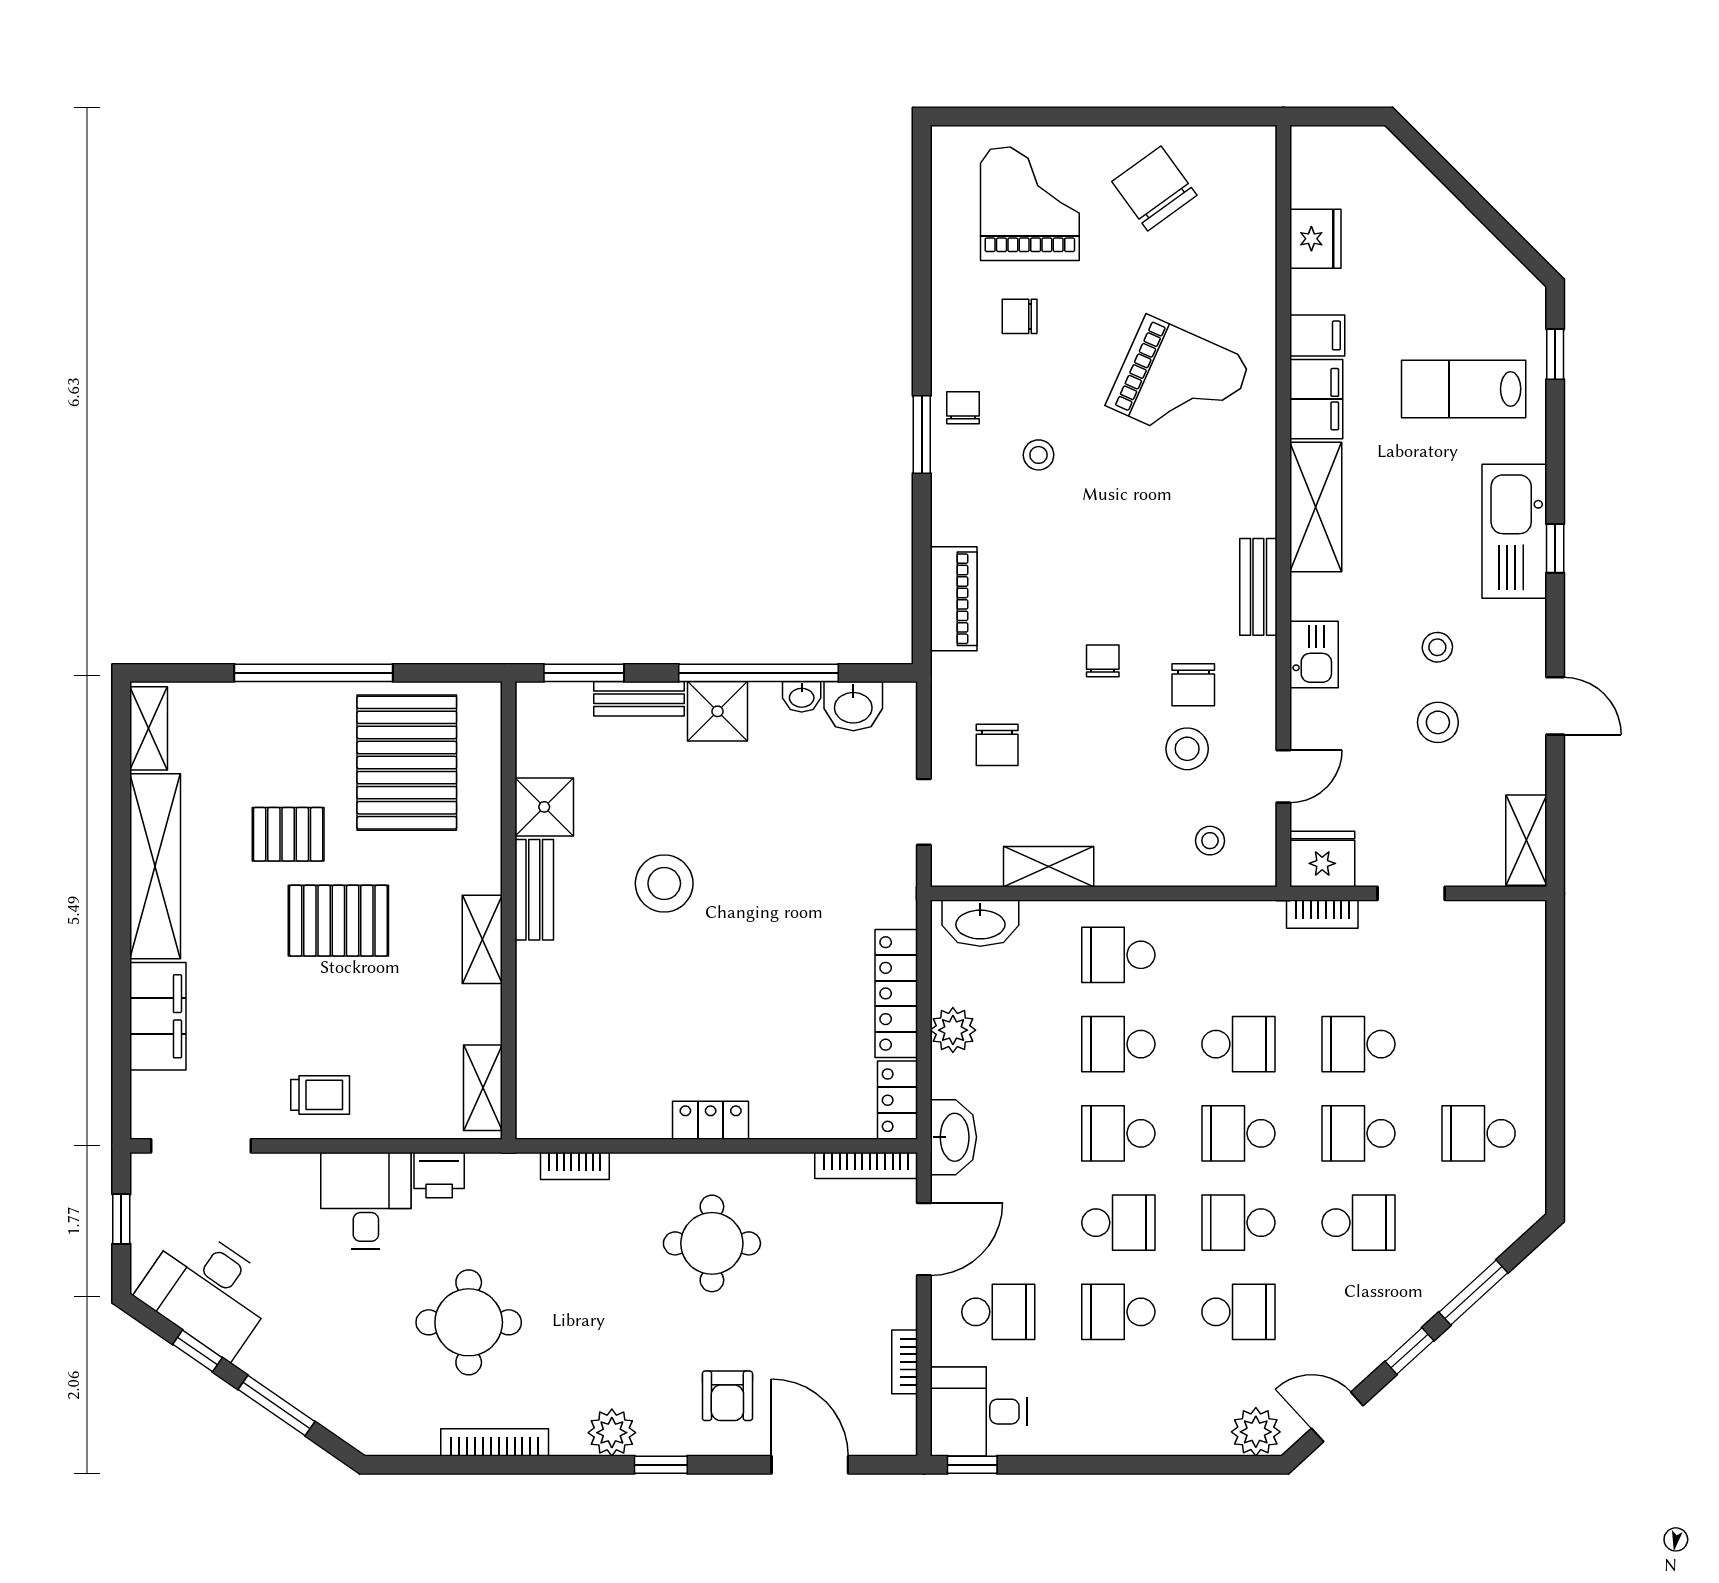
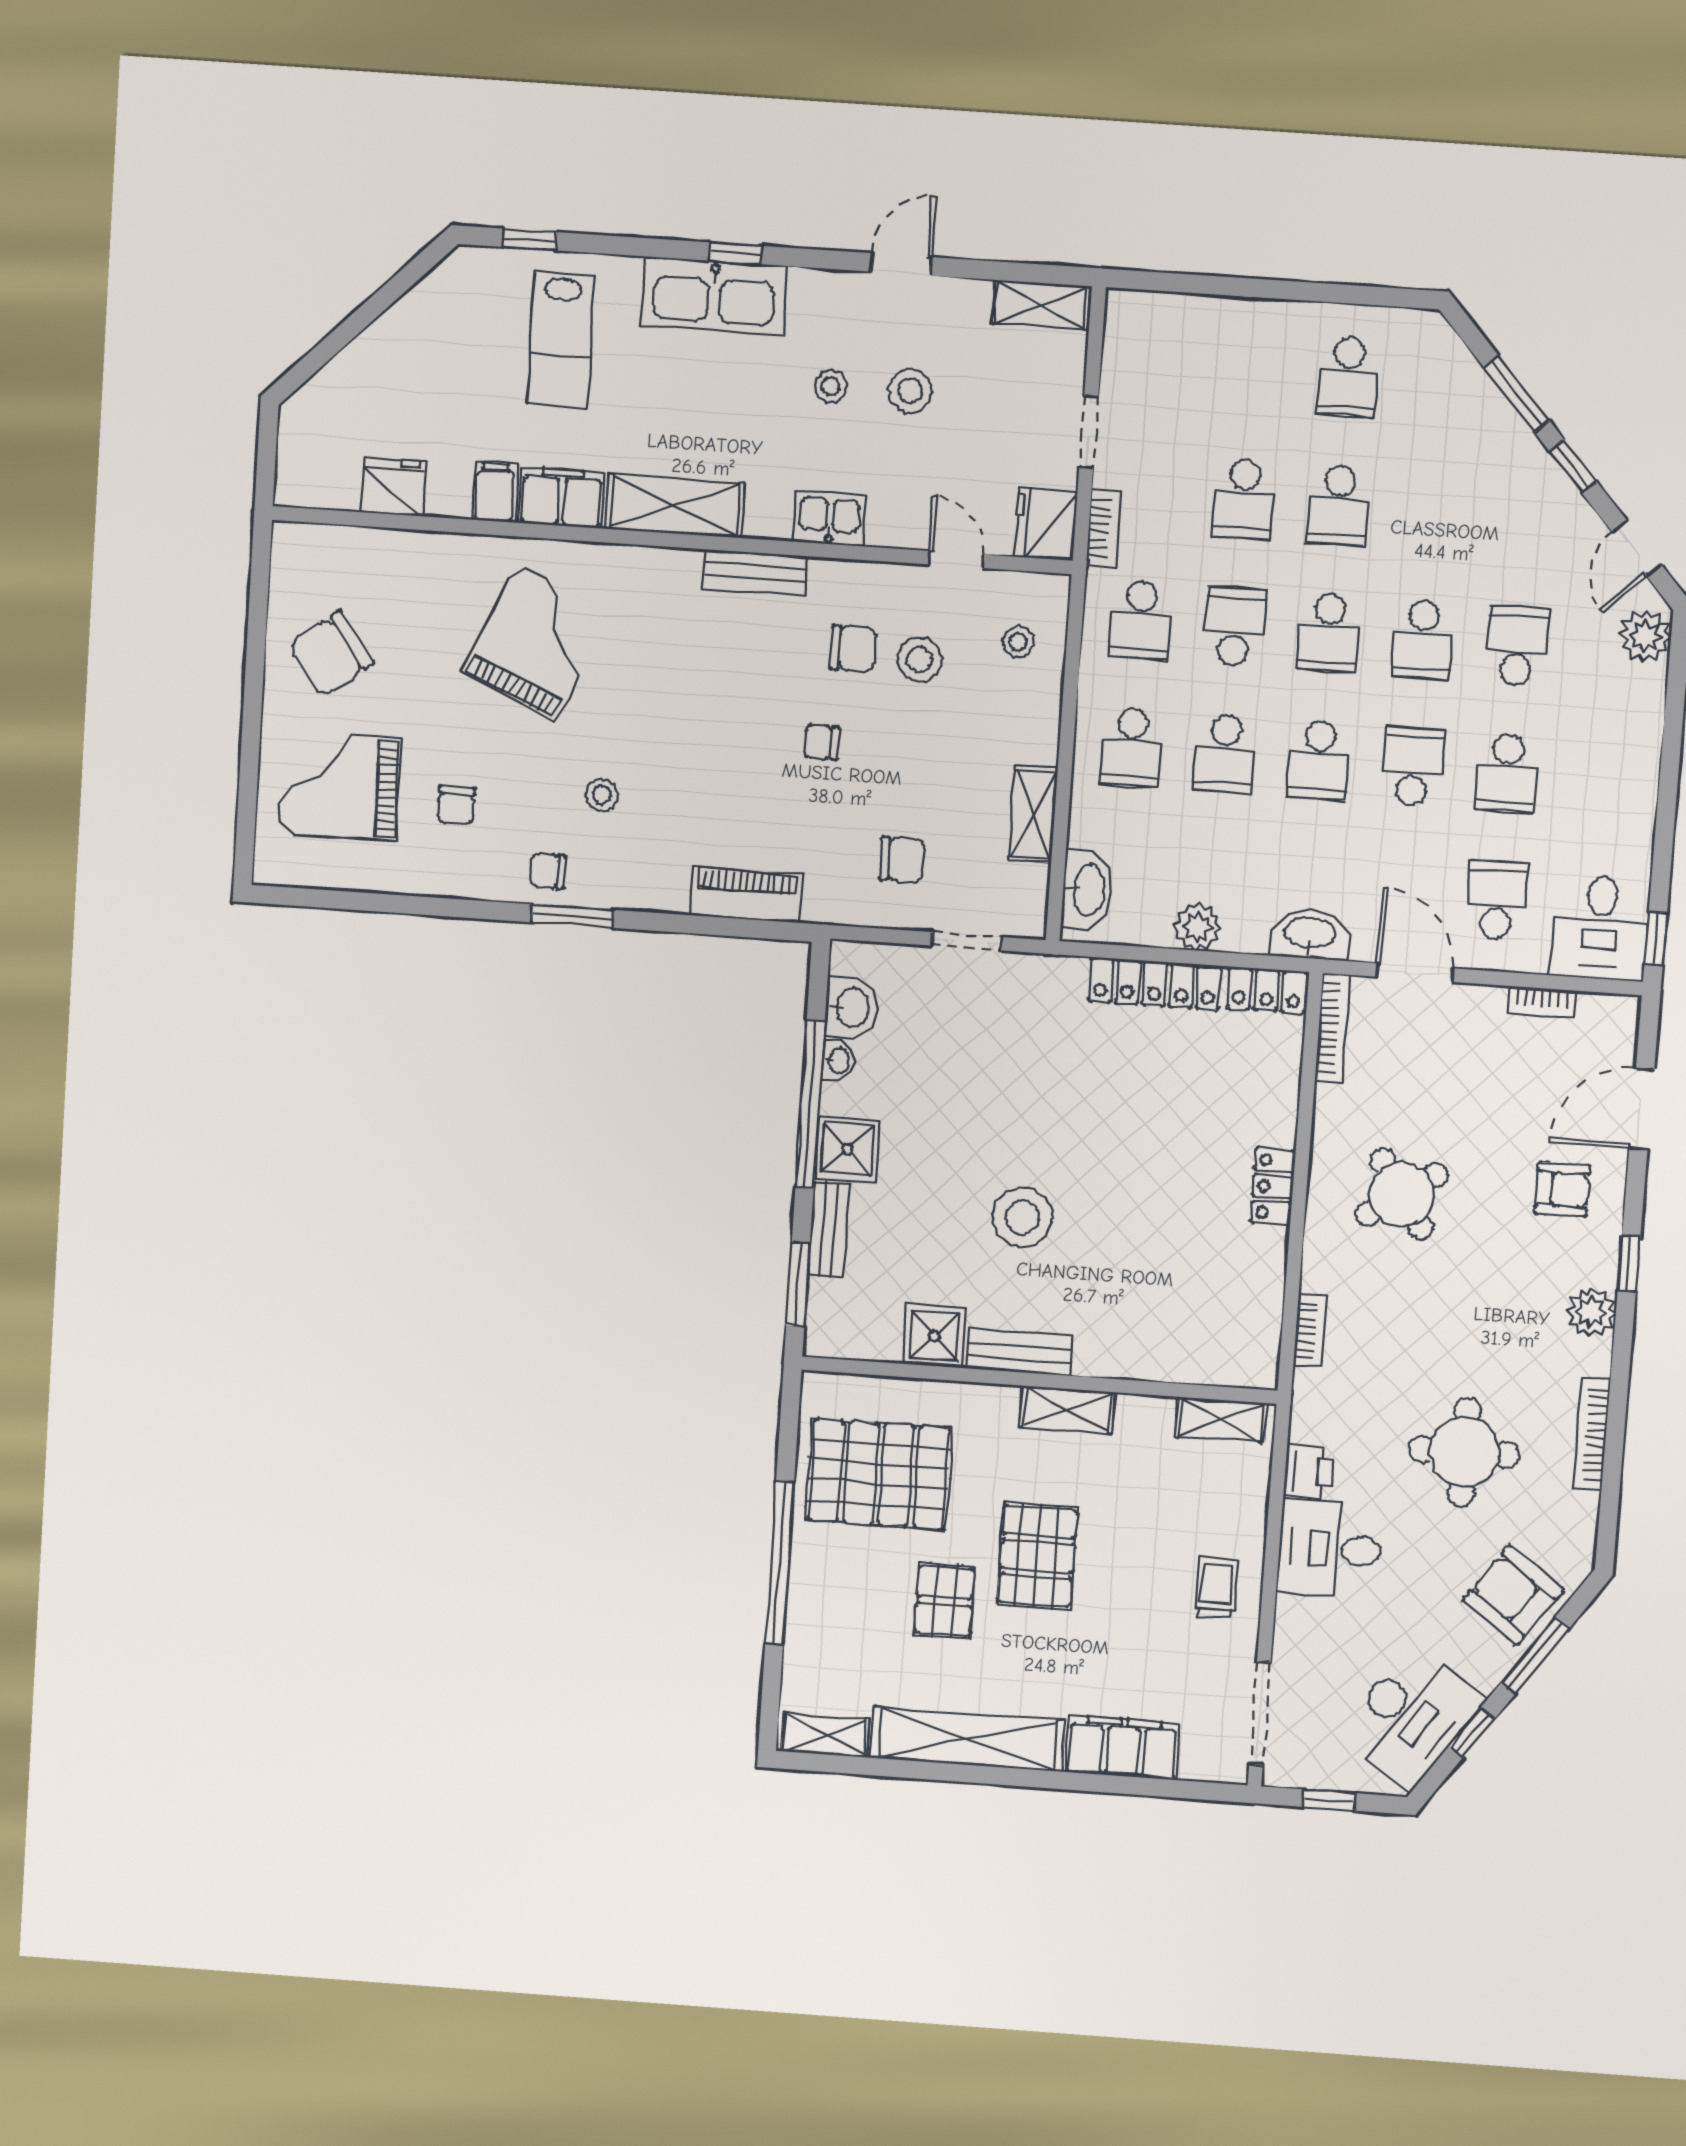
school desk: (1358, 1223) -> (1140, 620), moved, turned 180
round table: (712, 1243) -> (1402, 1194), turned -34
armchair: (334, 1380) -> (1513, 1595), added

